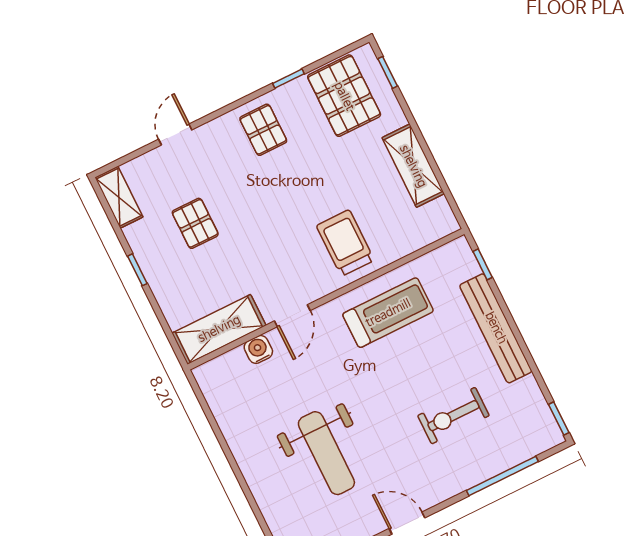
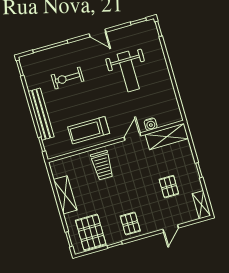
exercise bike: (453, 416) -> (67, 78), turned 180
weight bench: (326, 453) -> (128, 71), turned 180

